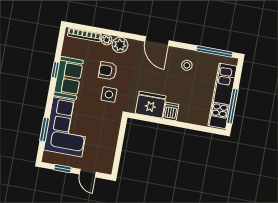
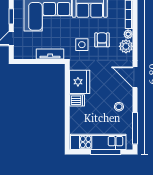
door: (157, 41) -> (135, 77), hinge flipped
window: (232, 106) -> (106, 152), moved
tv unit: (113, 132) -> (50, 54), added

